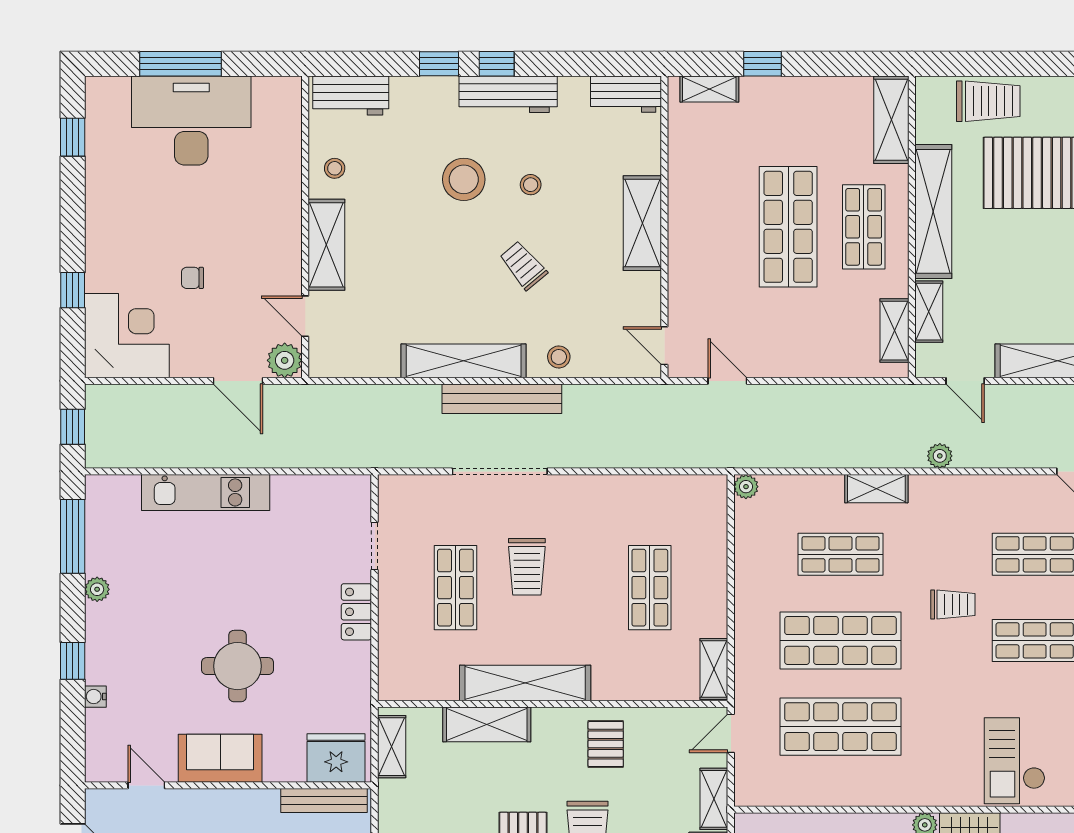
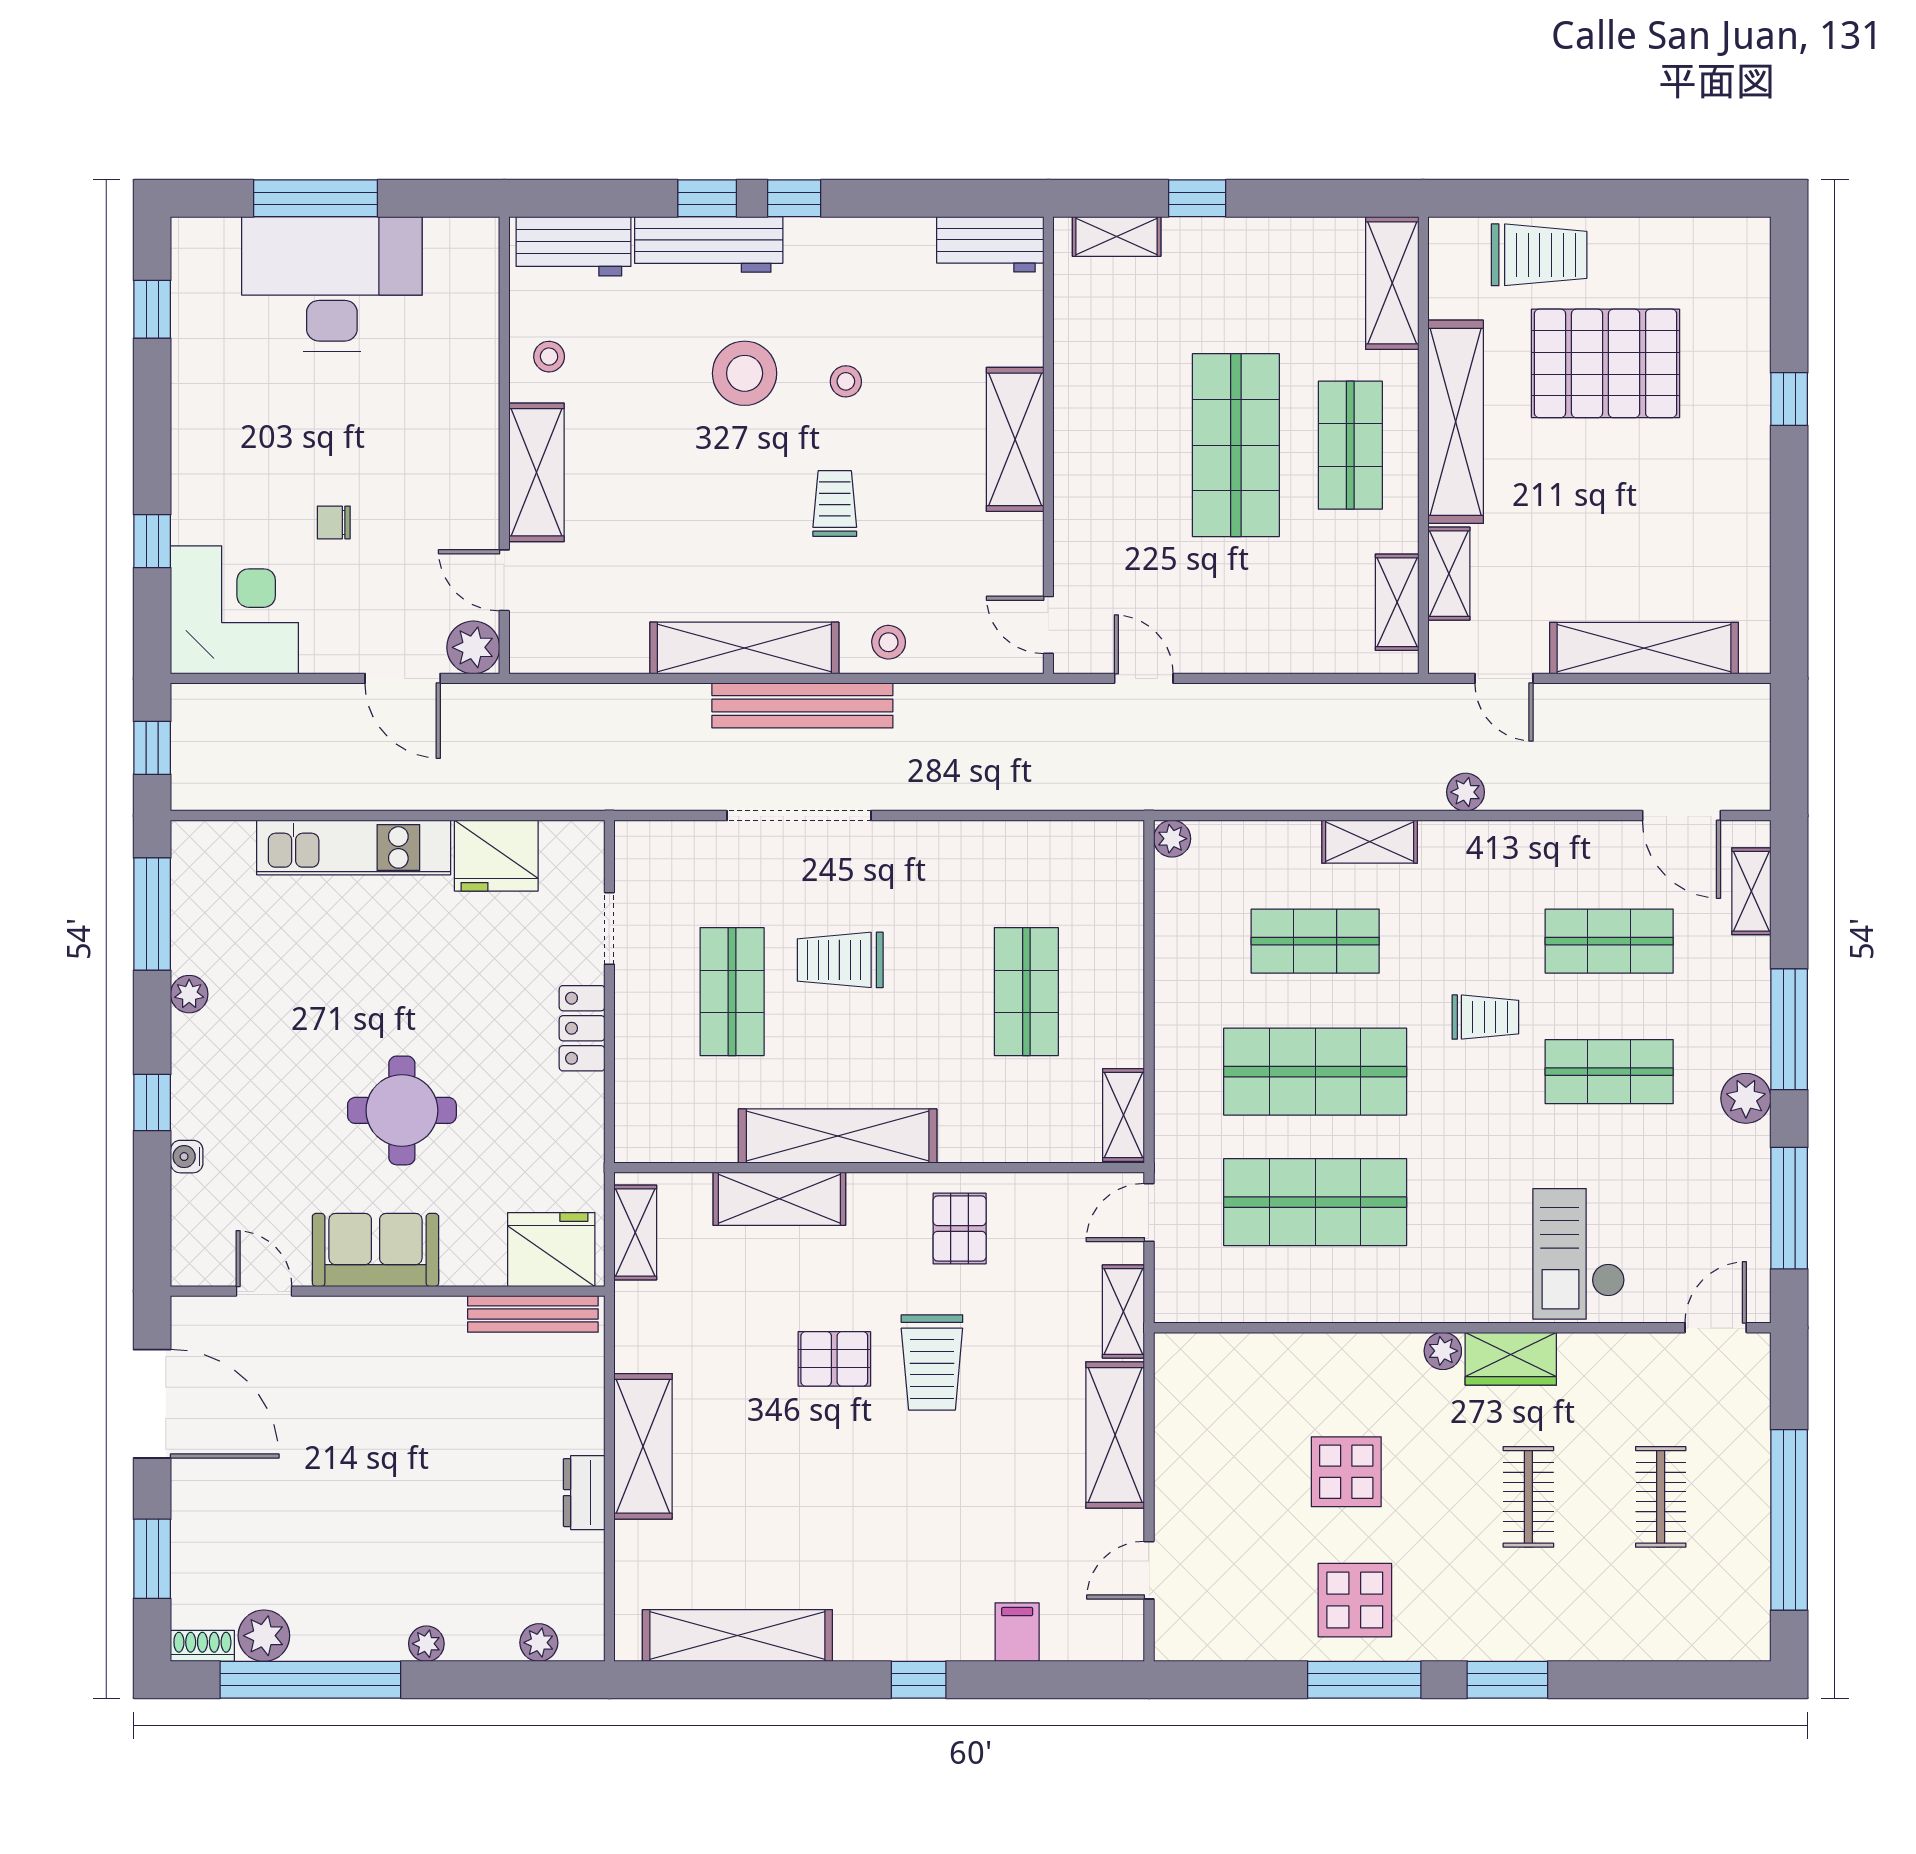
workbench: (508, 94) -> (709, 244), moved
trolley: (523, 265) -> (835, 504), turned 40
fridge: (300, 498) -> (496, 856), added
trolley: (527, 567) -> (840, 960), turned 90

